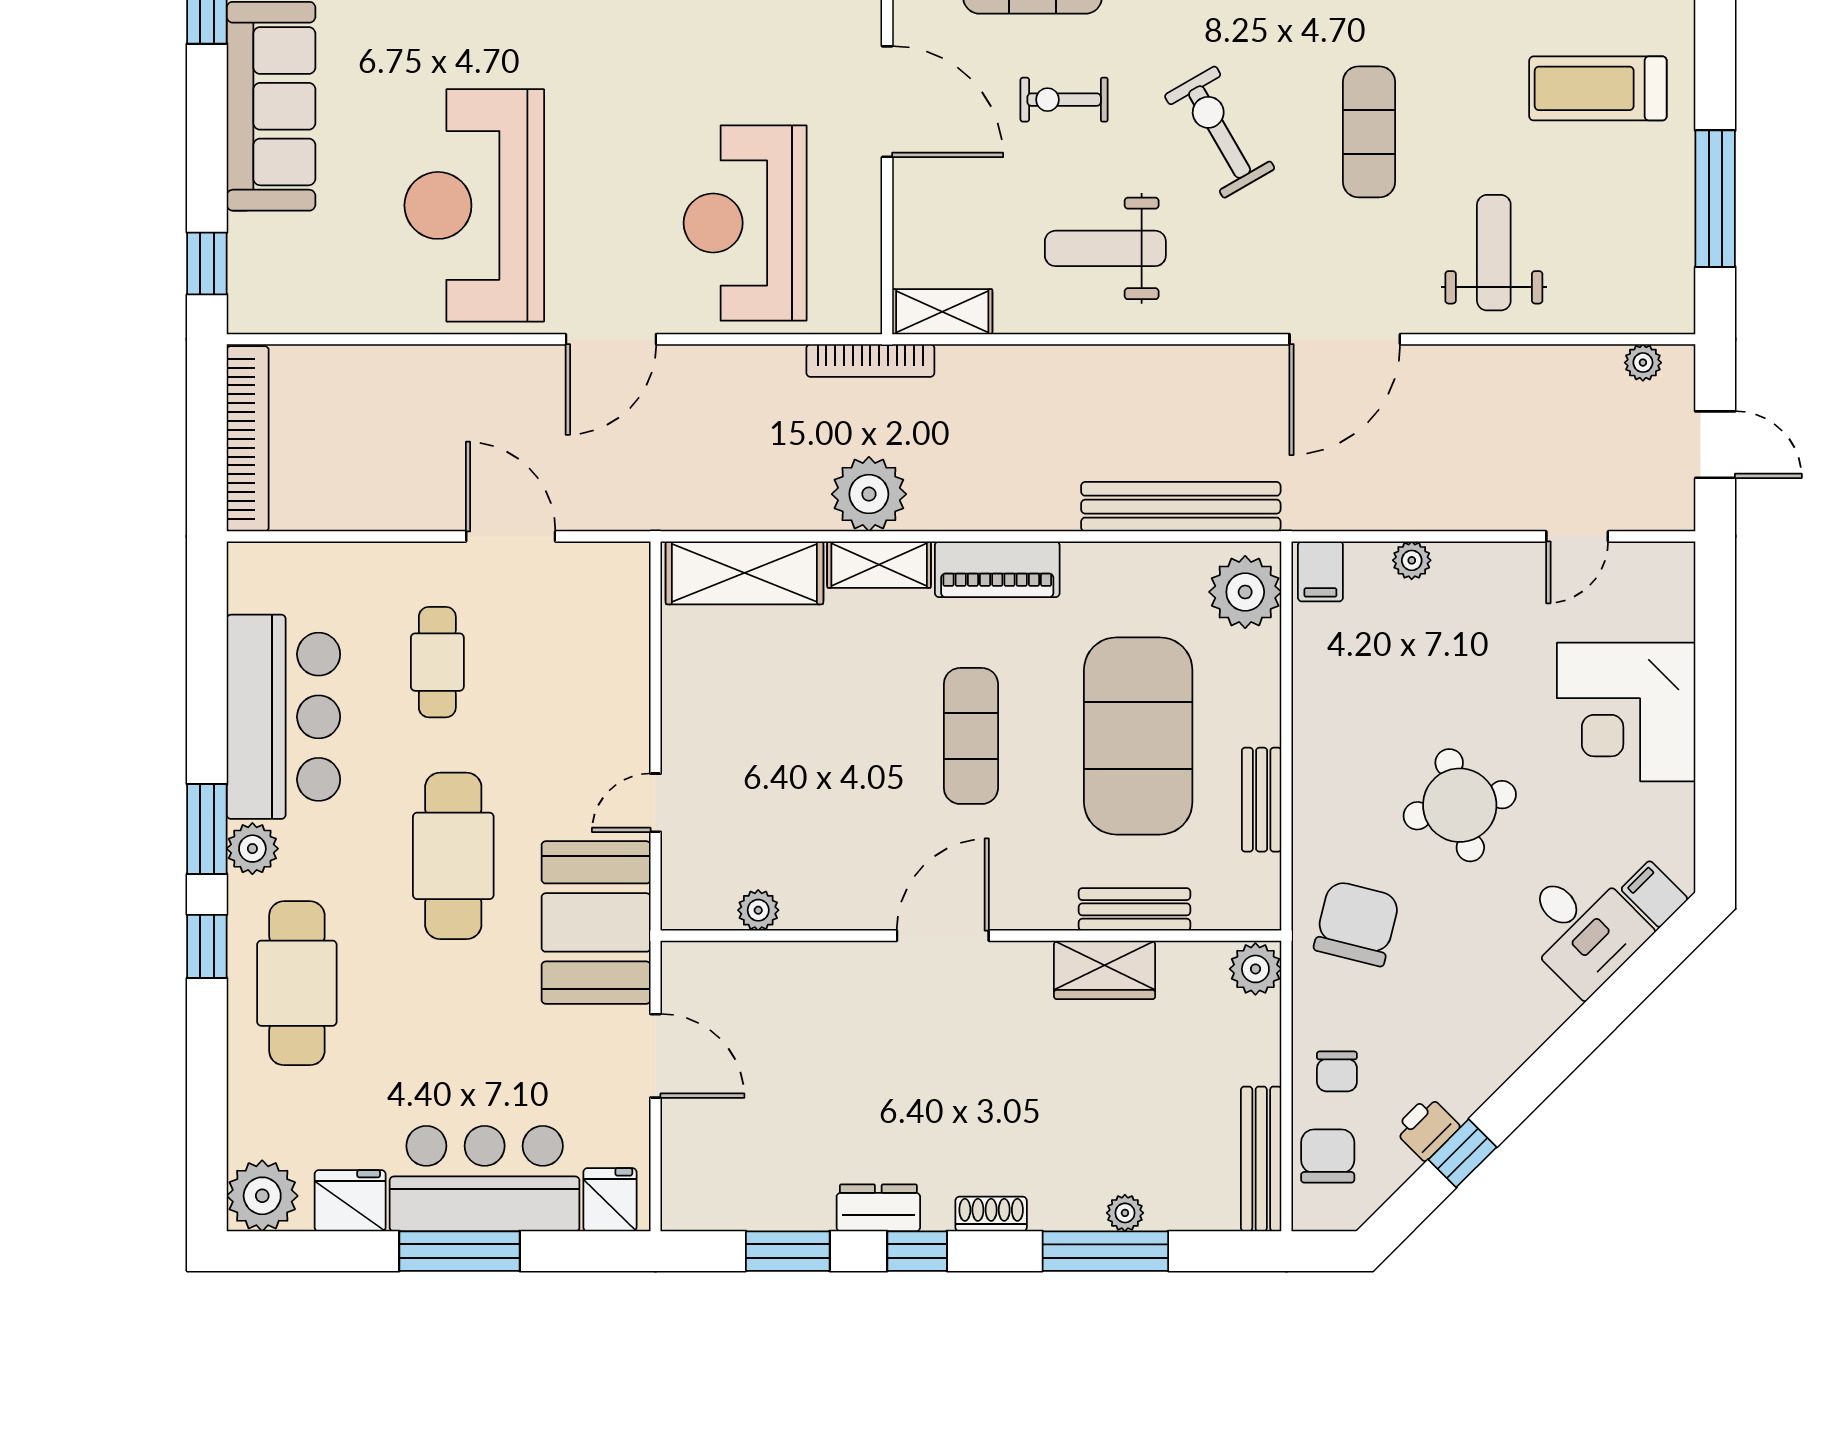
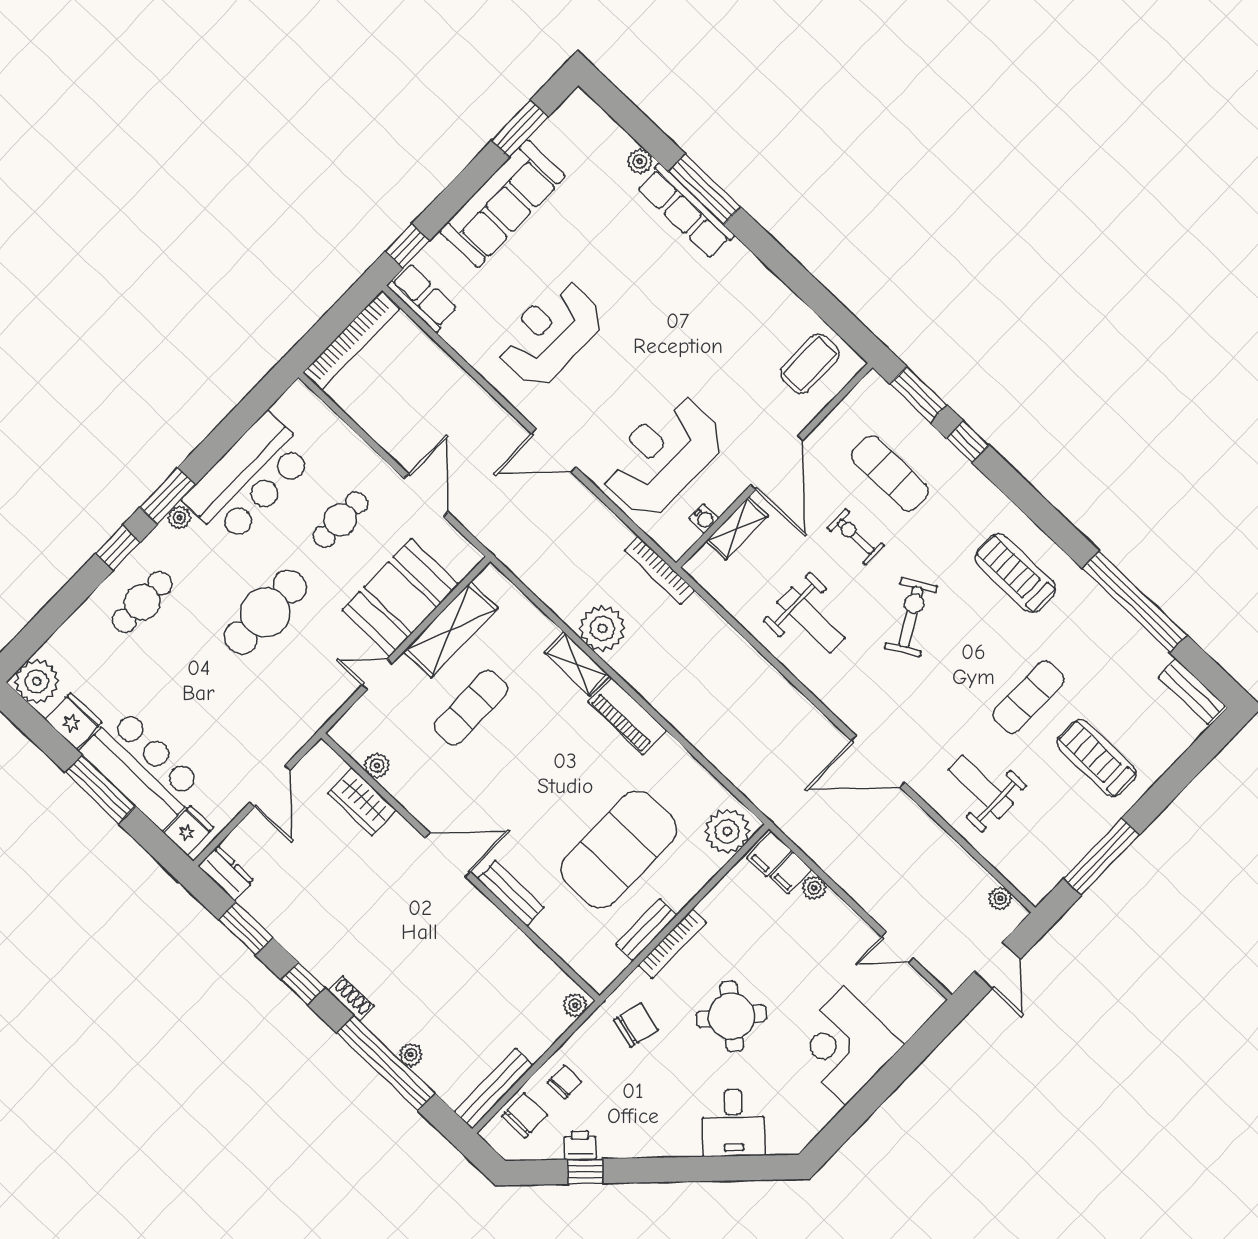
exercise mat: (1369, 132) -> (1029, 697), moved
reception desk: (474, 205) -> (550, 334), width x0.74, depth x0.77
weight bench: (1105, 248) -> (811, 620), turned 180
water cooler: (865, 250) -> (704, 519), added
weight bench: (1494, 253) -> (981, 787), turned -90
row of seats: (283, 307) -> (422, 297), added
shelving: (942, 312) -> (737, 528), moved, turned 90
bench: (1181, 507) -> (735, 766), removed
shelving: (744, 573) -> (451, 630), moved, turned 90
exercise mat: (971, 736) -> (471, 708), moved
bookcase: (1308, 787) -> (672, 944), added
round table: (1460, 805) -> (732, 1016), turned -36
plant: (252, 849) -> (179, 518), width x0.73, depth x0.73
filing cabinet: (1654, 894) -> (791, 873), moved, turned -135
bench: (1135, 909) -> (511, 893), moved
booth: (596, 922) -> (401, 597), moved
chair: (1357, 923) -> (636, 1025), width x0.73, depth x0.73
plant: (1255, 969) -> (575, 1005), width x0.73, depth x0.73
wardrobe: (1105, 970) -> (362, 802), moved
cafe table: (297, 983) -> (142, 602), width x0.73, depth x0.74
chair: (1337, 1071) -> (564, 1082), turned 180
dresser: (878, 1208) -> (226, 873), moved
window: (1105, 1251) -> (386, 1063), width x1.46

